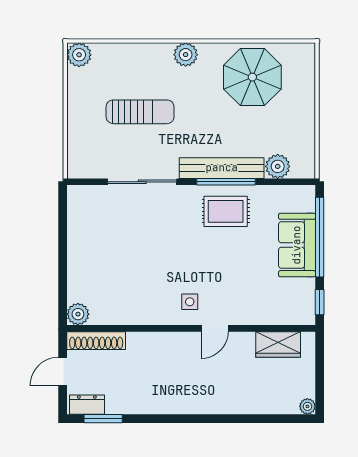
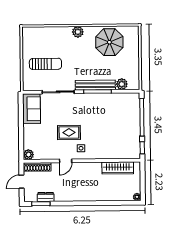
plant: (79, 55) -> (28, 33), removed
sun lounger: (140, 112) -> (45, 64), moved
rug: (226, 211) -> (69, 132), moved
sofa: (297, 245) -> (31, 109), moved, turned 180
door: (215, 328) -> (66, 161), moved
wardrobe: (278, 344) -> (118, 168), width x1.50
dresser: (87, 405) -> (46, 197), moved

